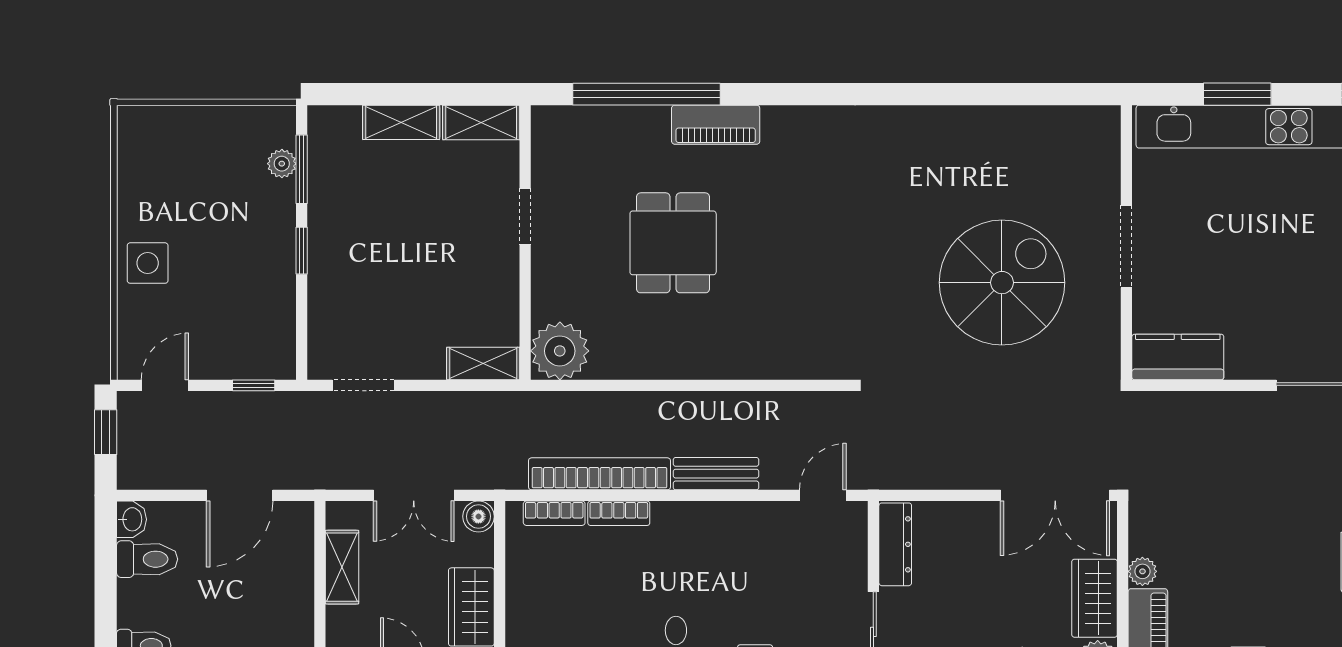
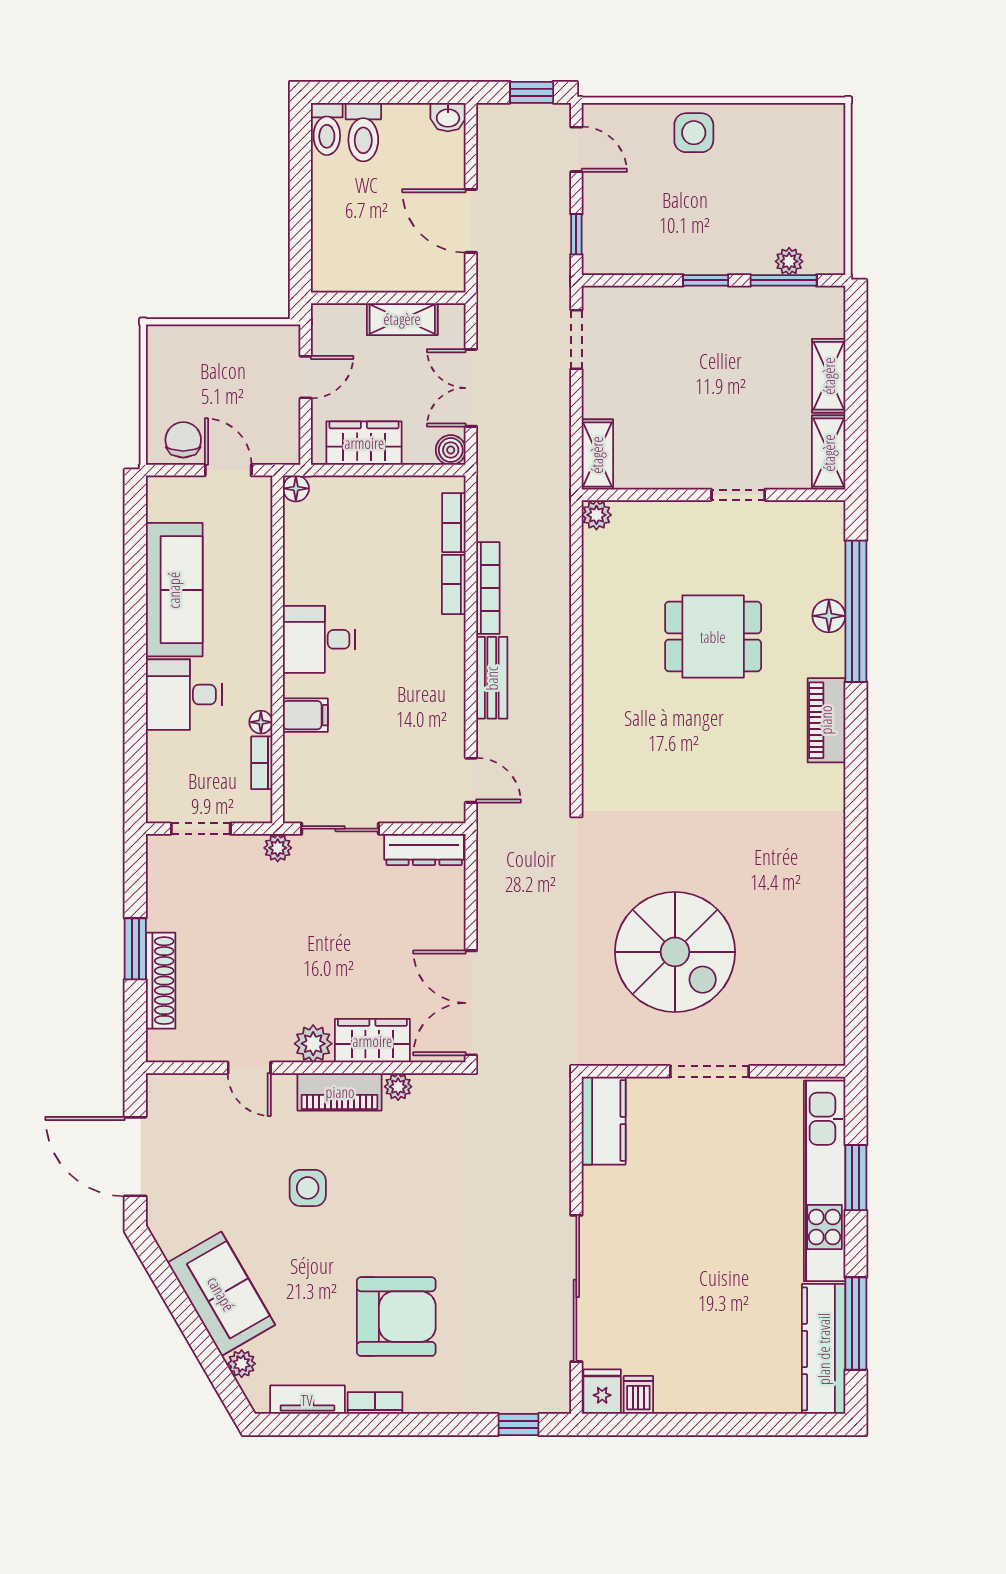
floor lamp: (652, 122) -> (829, 616), added
piano: (716, 125) -> (826, 720), moved
plant: (560, 351) -> (596, 515), width x0.53, depth x0.53
bookcase: (600, 474) -> (488, 588), width x0.68, depth x0.76
toilet: (147, 559) -> (363, 132), moved

